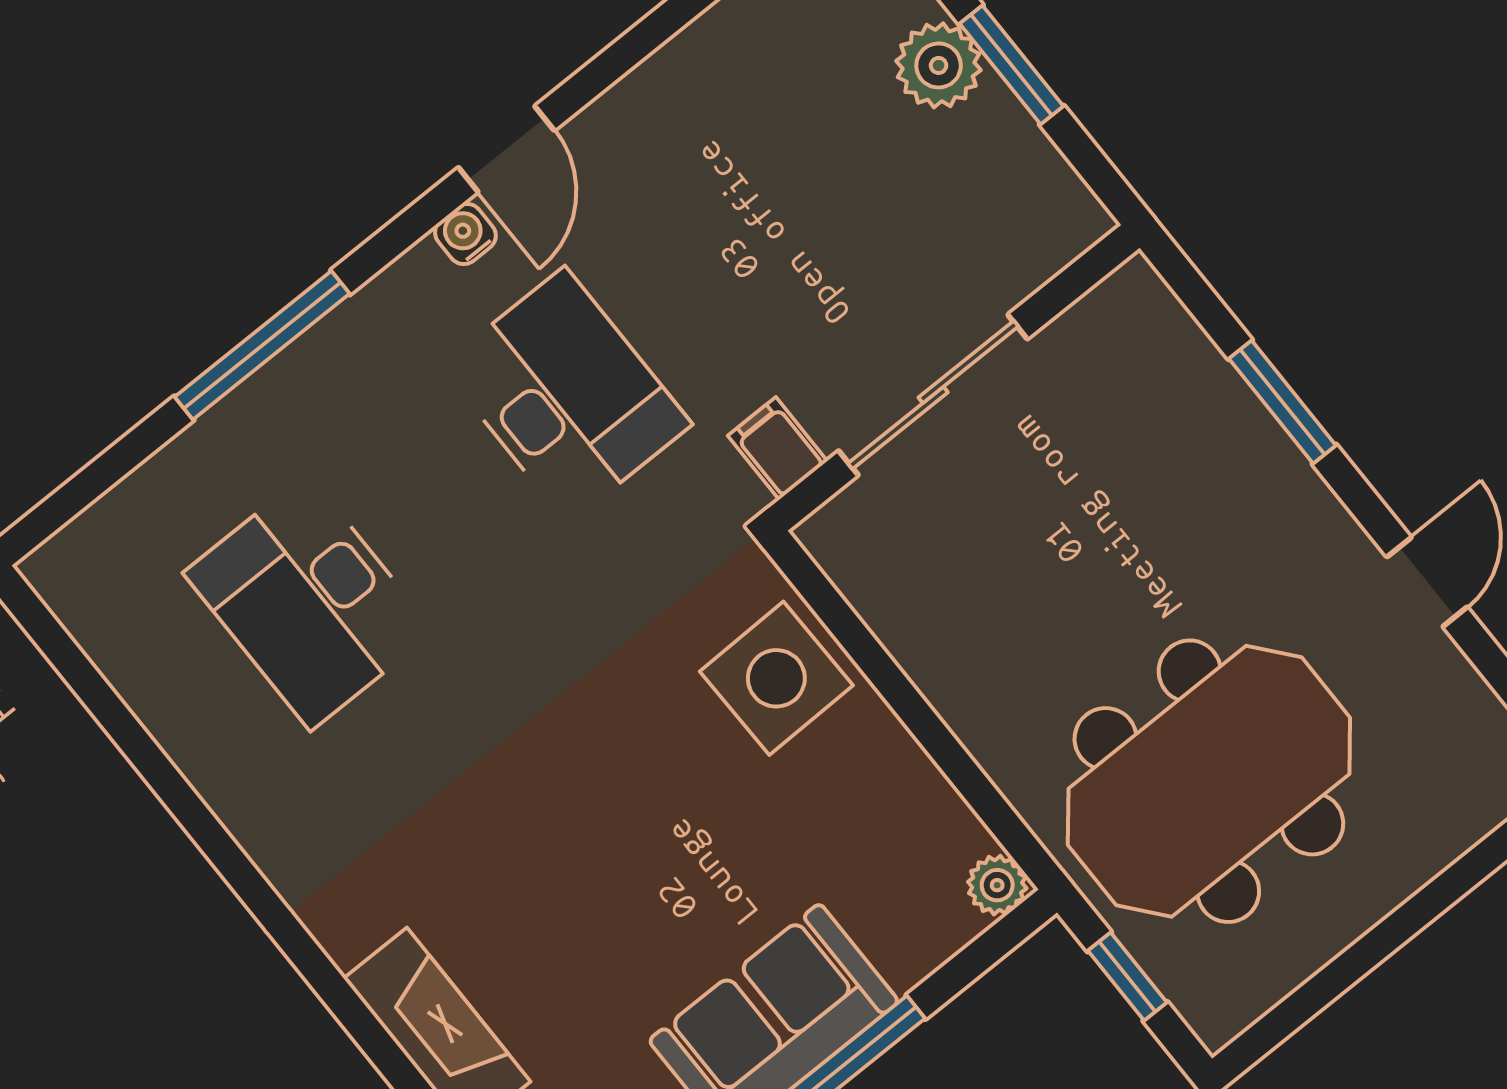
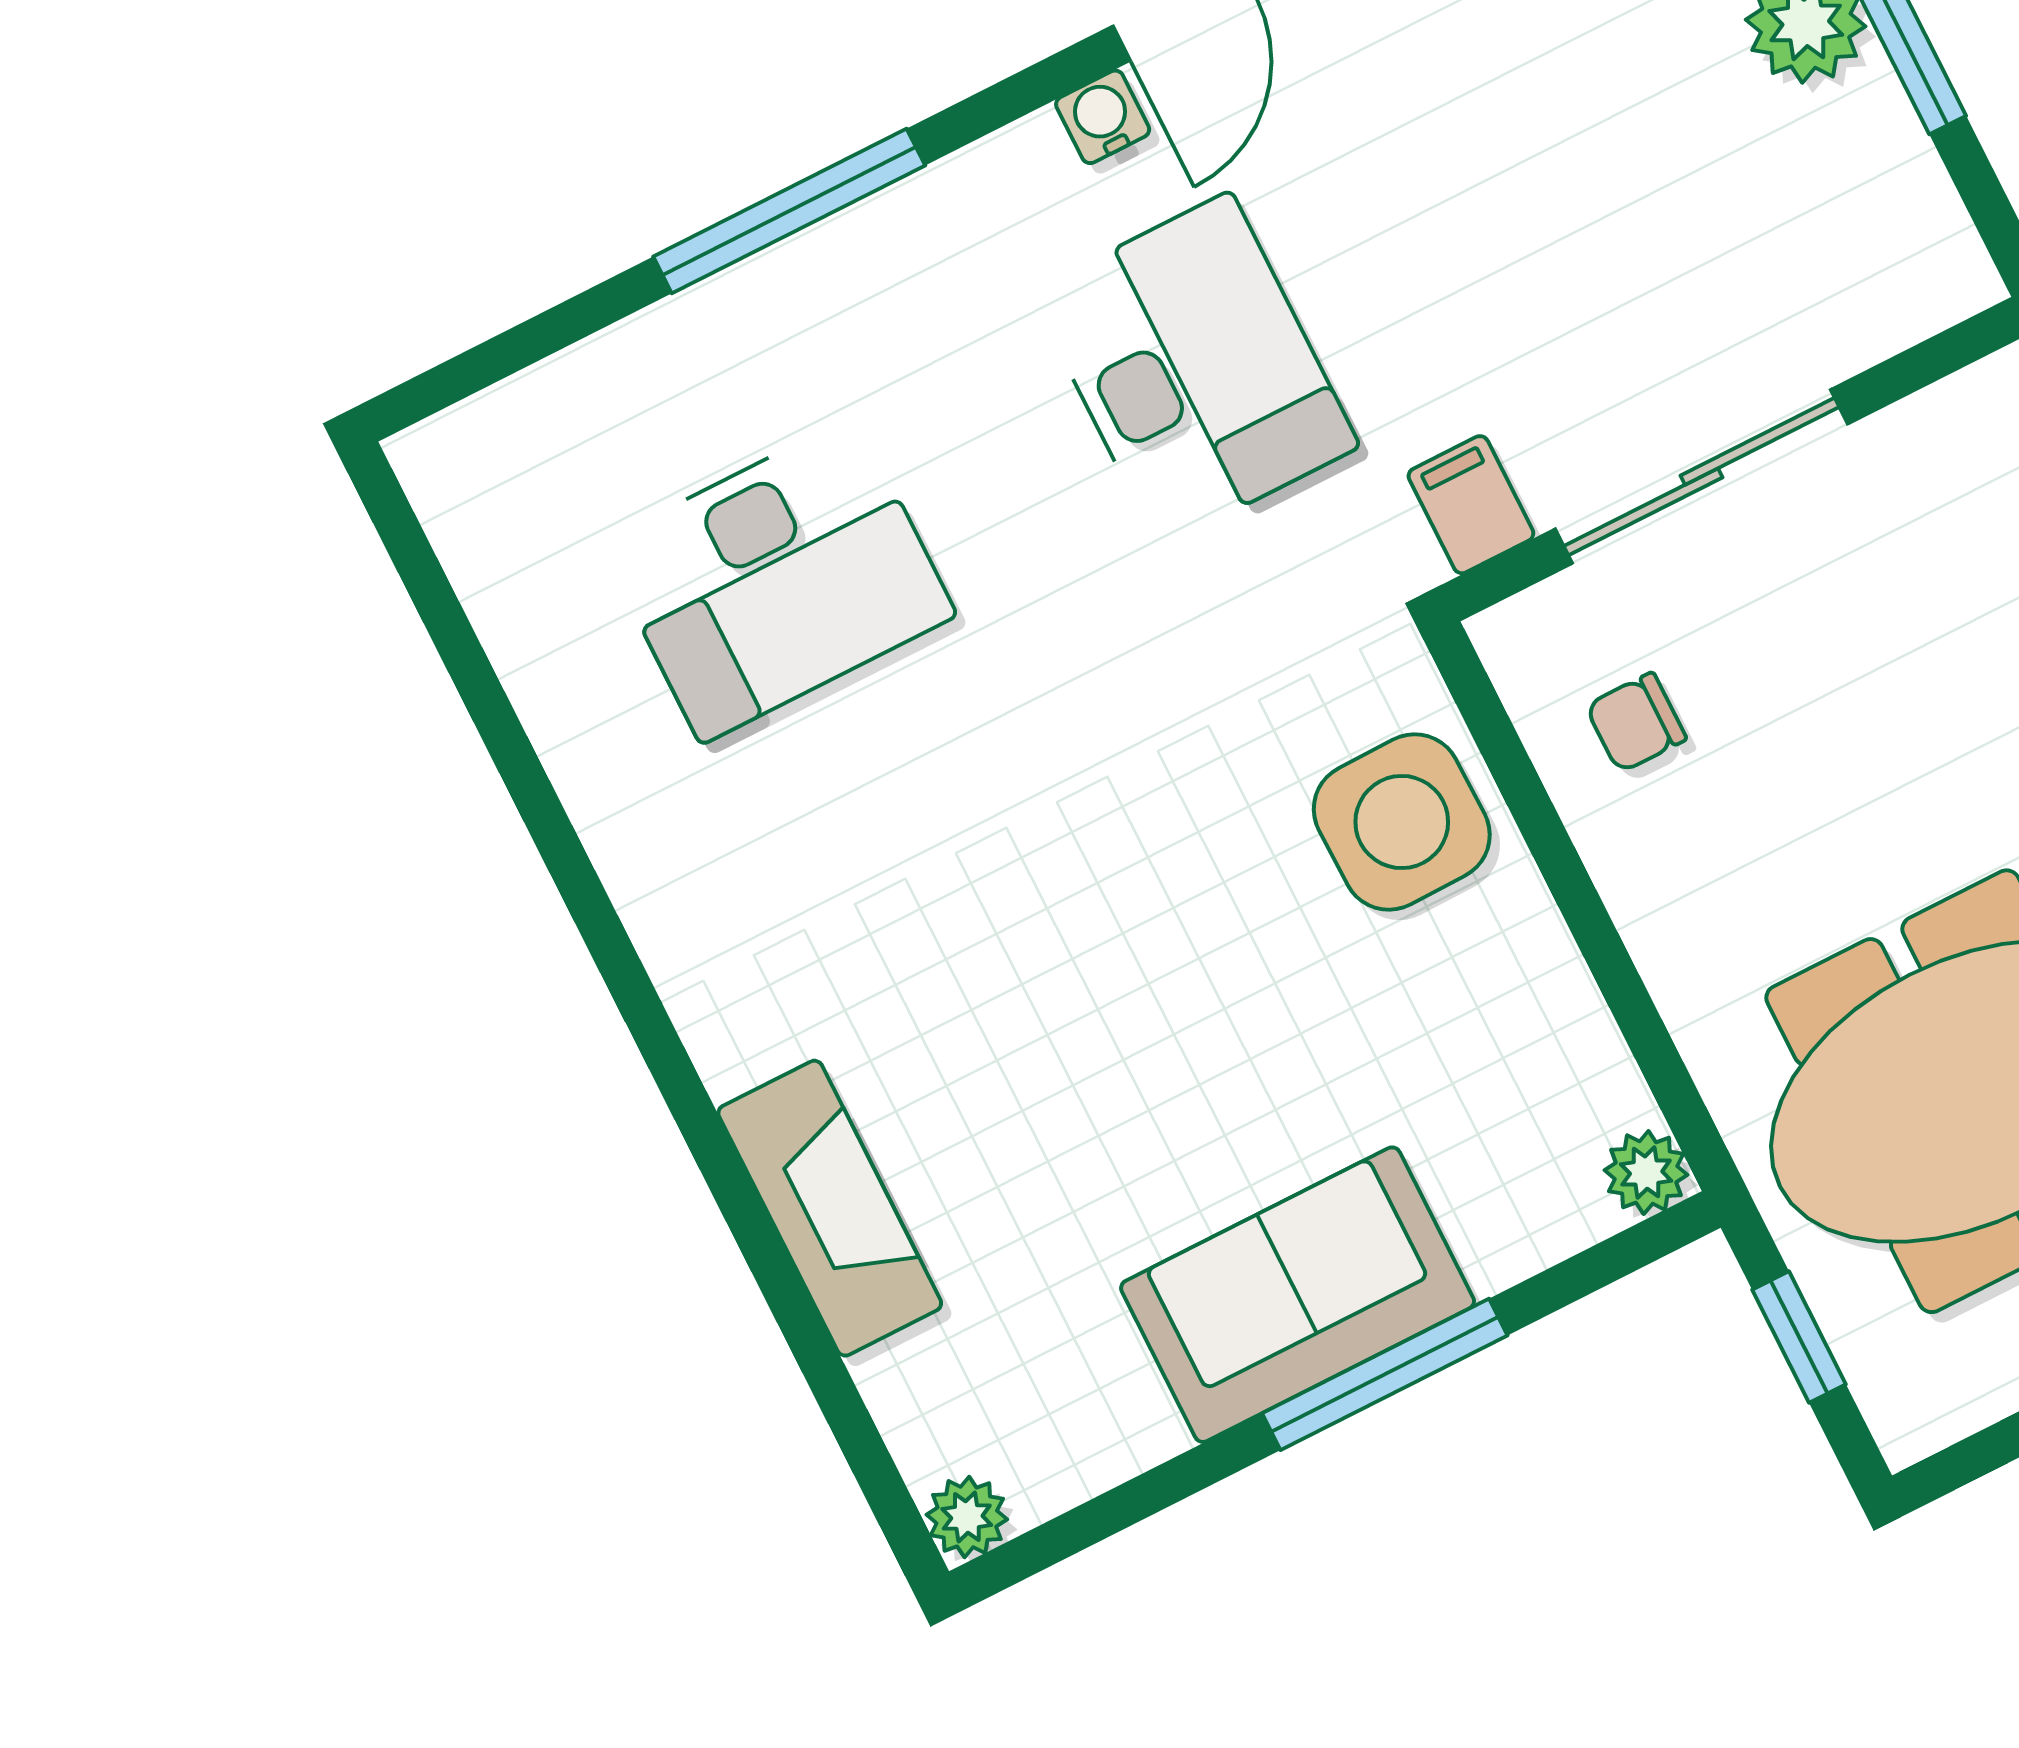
chair: (924, 575) -> (1636, 722), added
desk: (309, 602) -> (778, 580), turned -90

